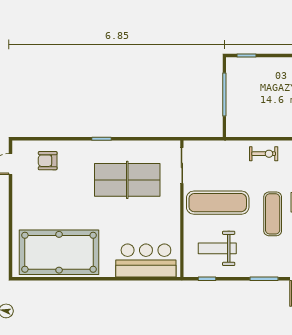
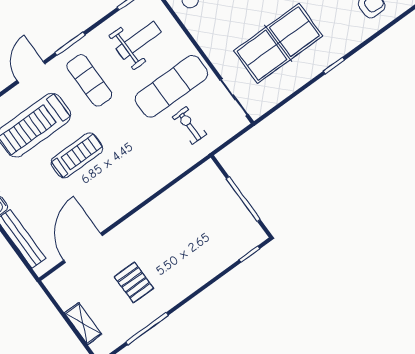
exercise bike: (264, 154) -> (189, 126), moved, turned 90
exercise mat: (273, 214) -> (89, 80), moved

